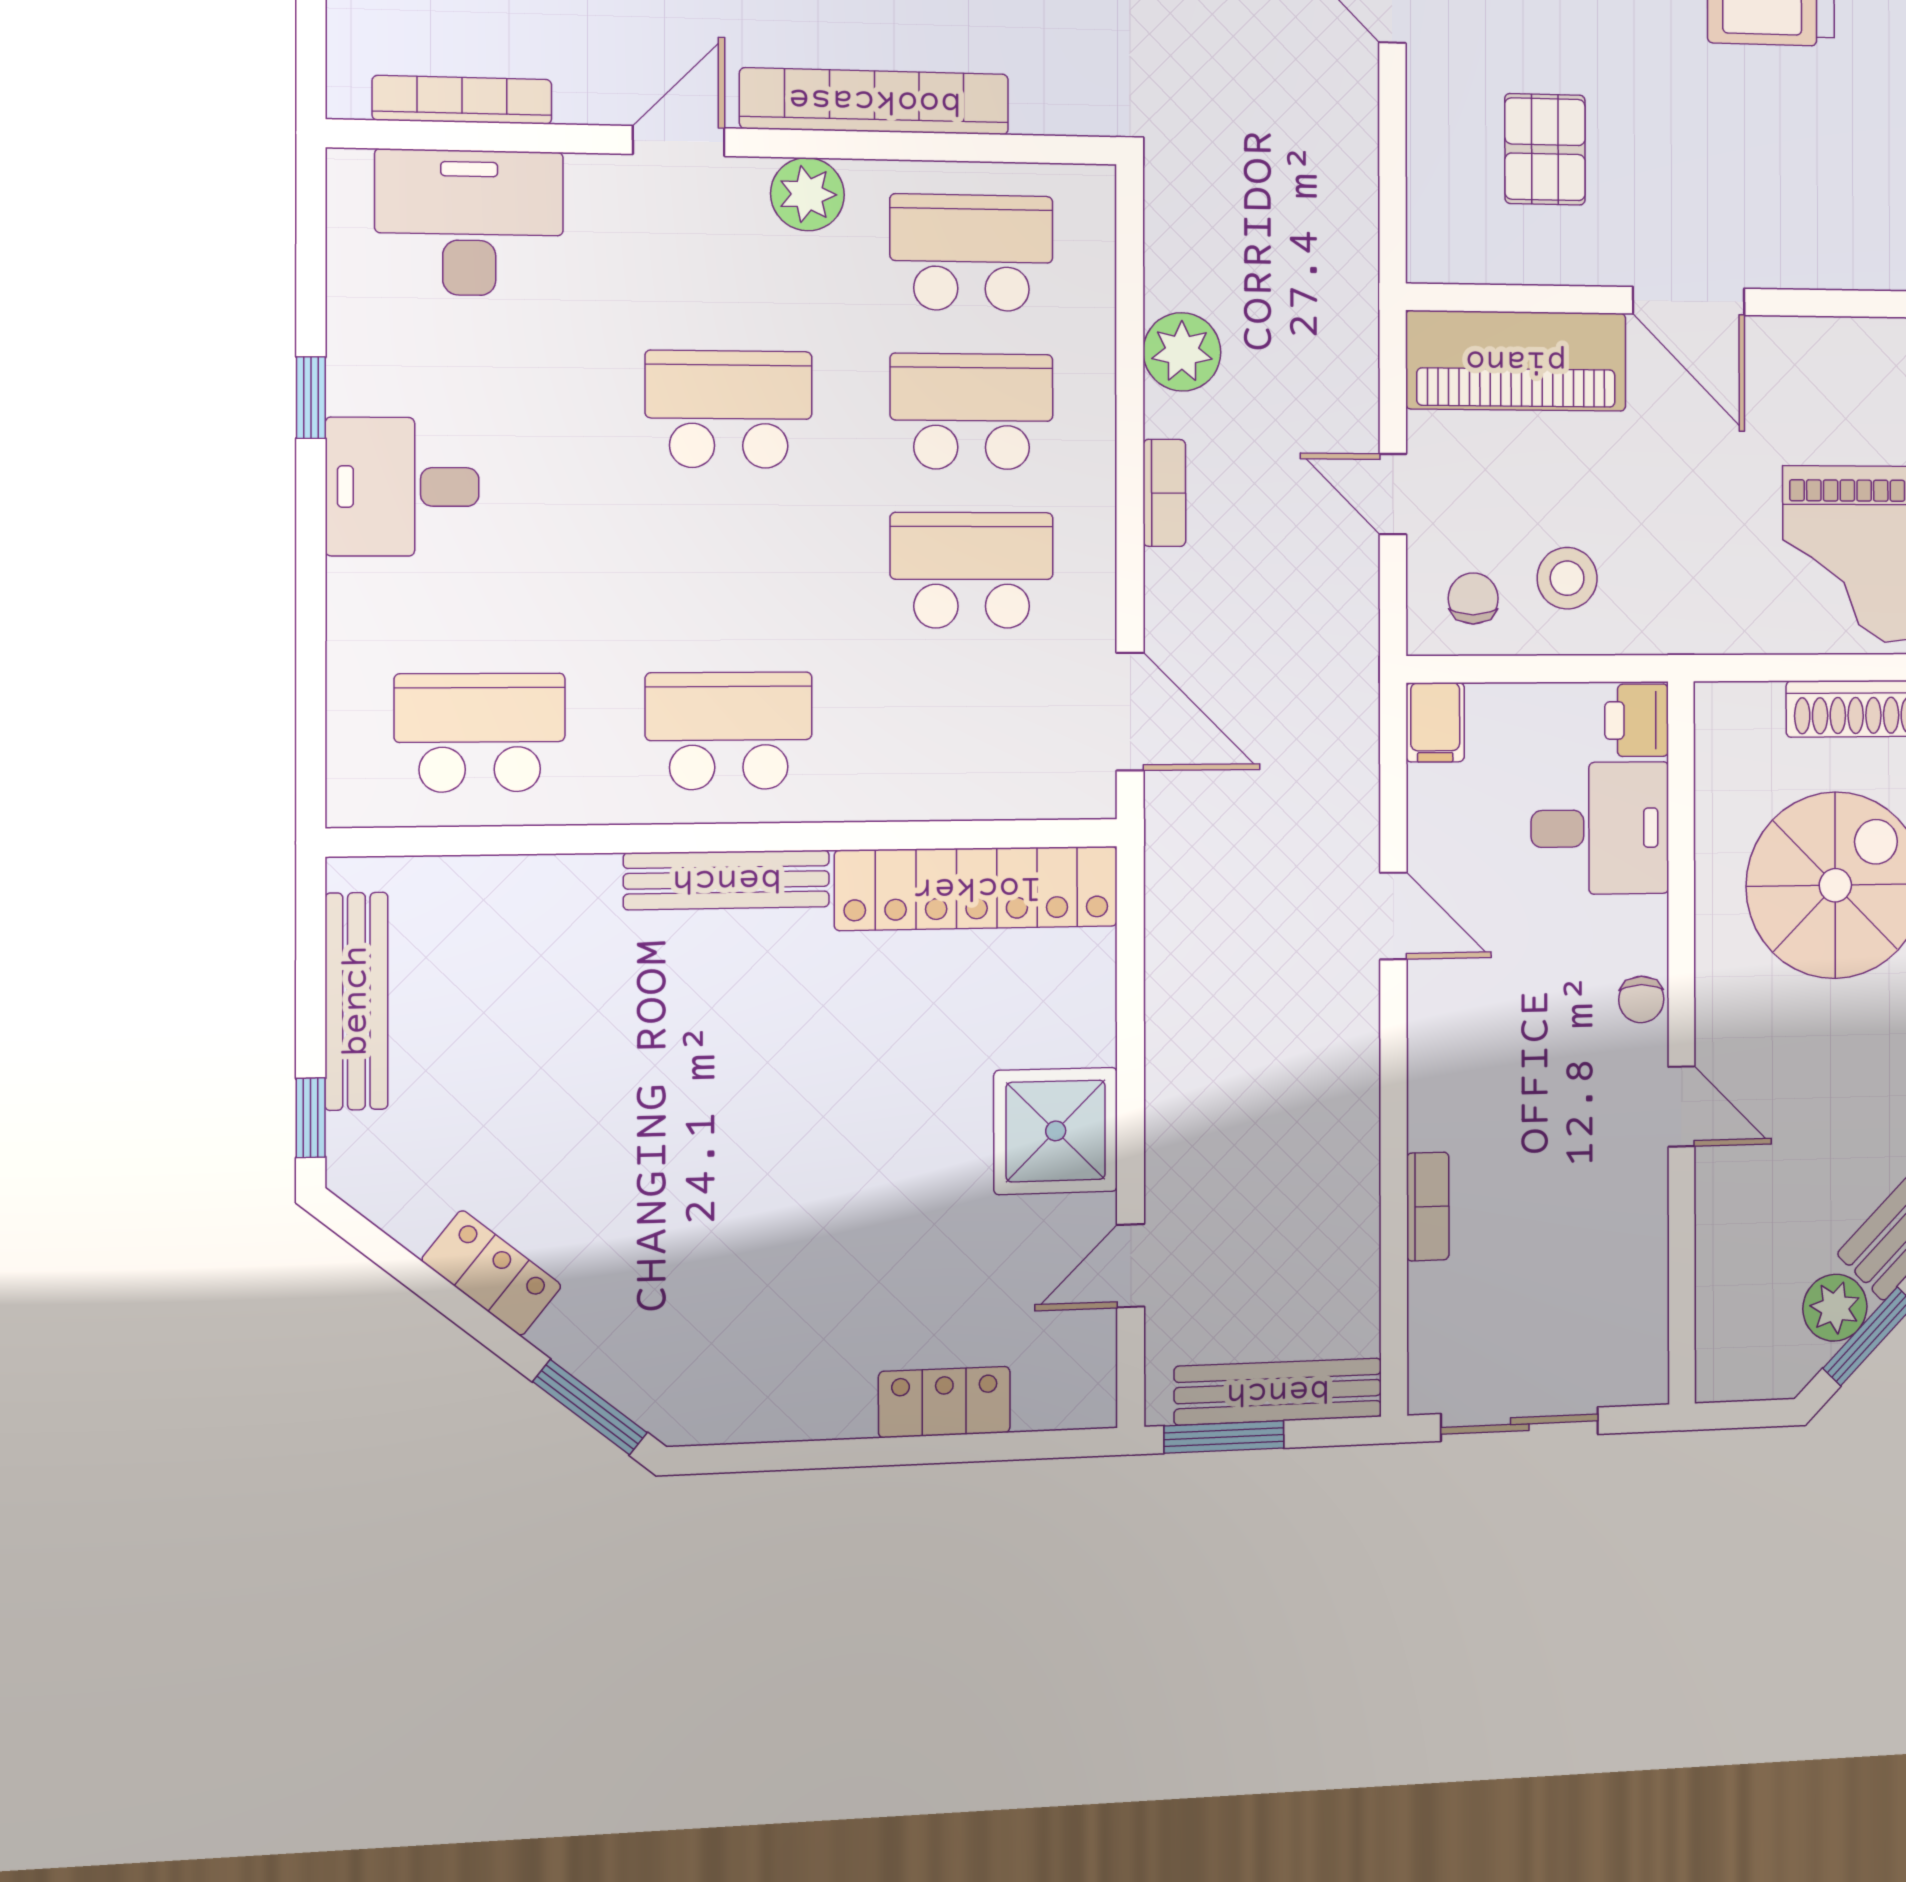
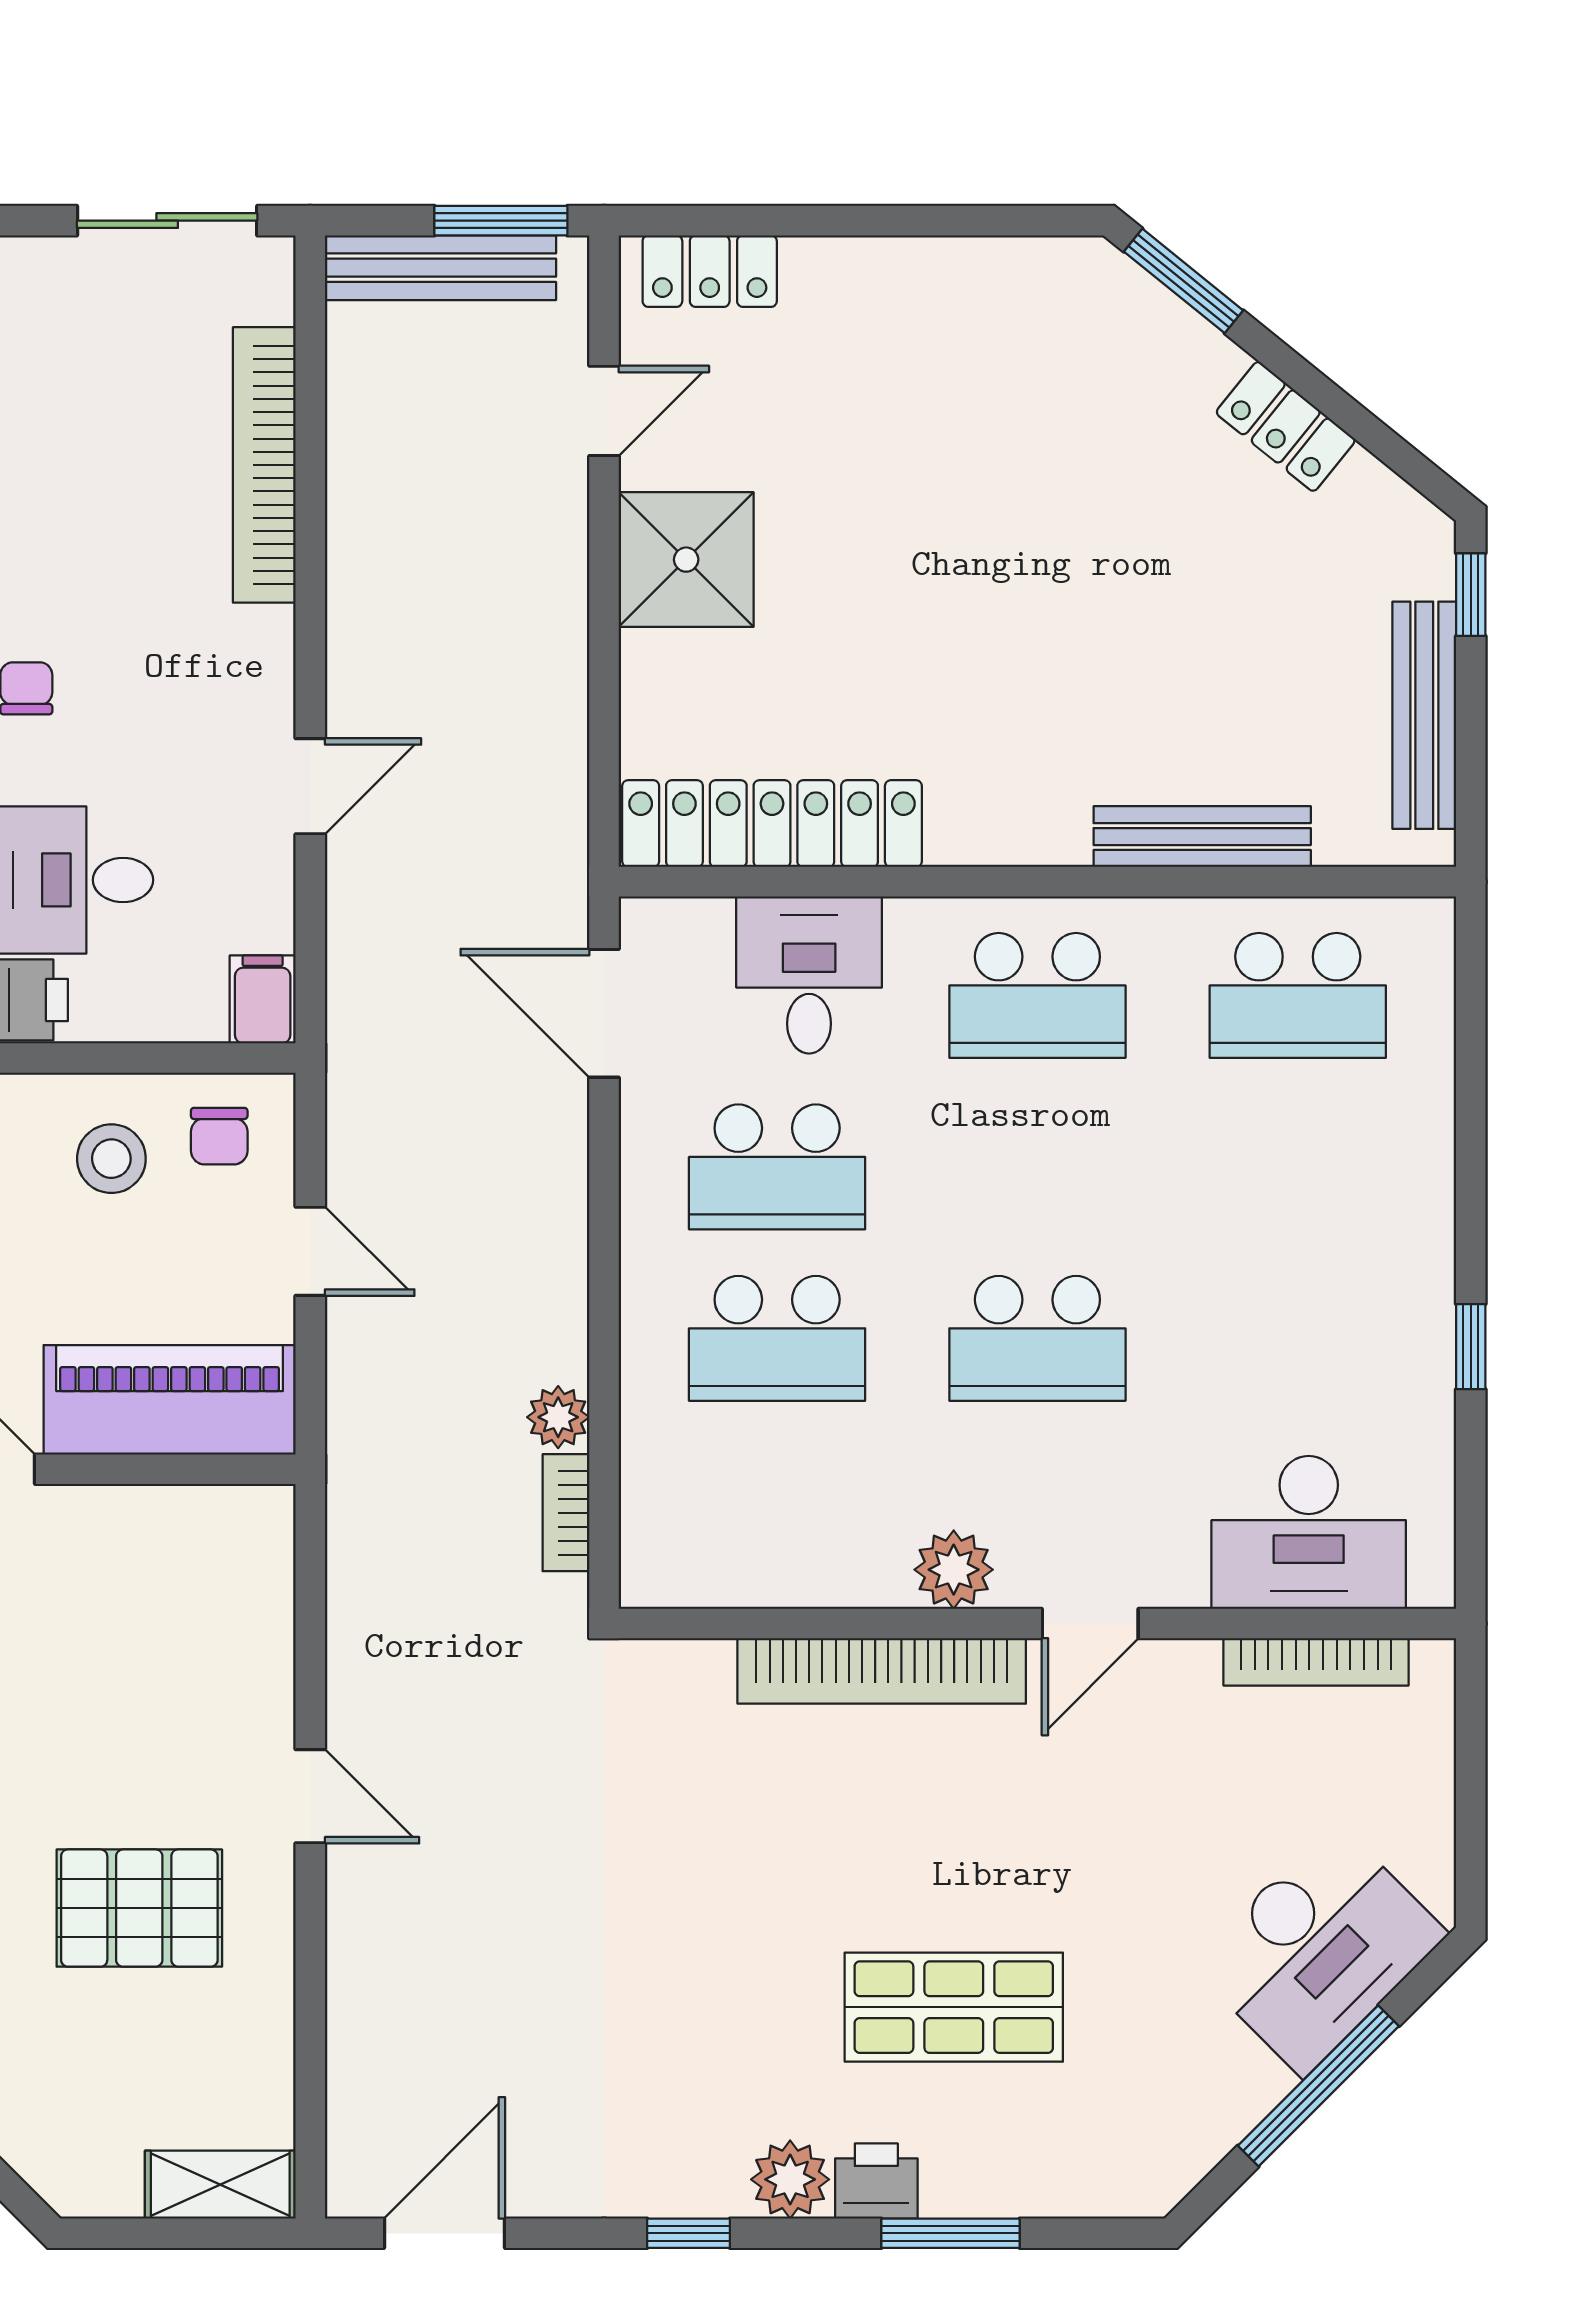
pallet: (1545, 149) -> (136, 1636), removed
school desk: (972, 253) -> (777, 1510), removed
plant: (1182, 352) -> (558, 1417), width x0.73, depth x0.73
desk: (402, 487) -> (809, 975), moved, turned -90
bookcase: (1164, 493) -> (566, 1513), moved
bench: (727, 880) -> (1202, 837), moved
door: (1393, 916) -> (310, 786), swing flipped
bookcase: (1428, 1206) -> (264, 465), width x2.31, depth x1.31
locker: (944, 1402) -> (710, 271), moved

